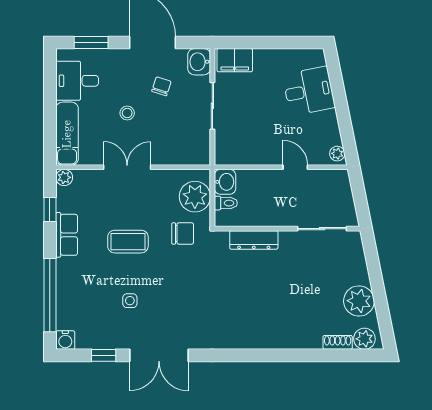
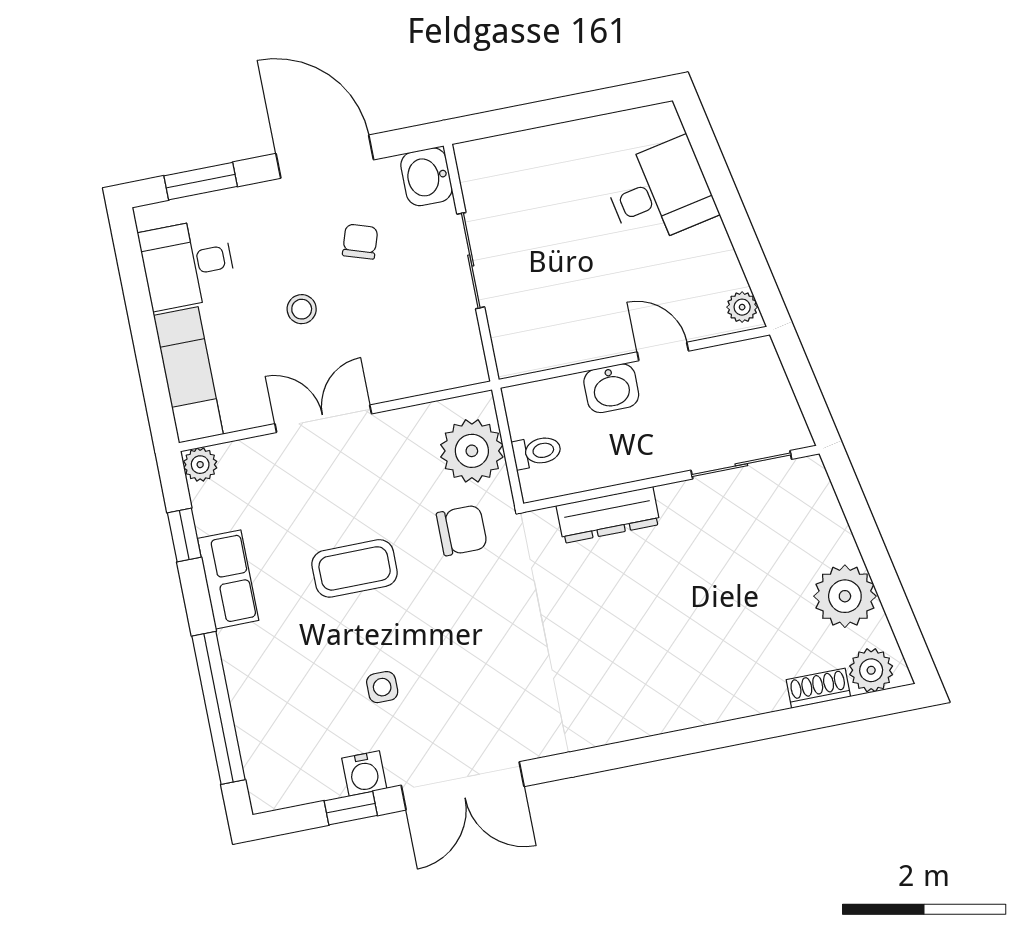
filing cabinet: (235, 60) -> (498, 160), removed
washbasin: (225, 182) -> (611, 388), moved, turned 90
water cooler: (65, 340) -> (364, 773), moved

